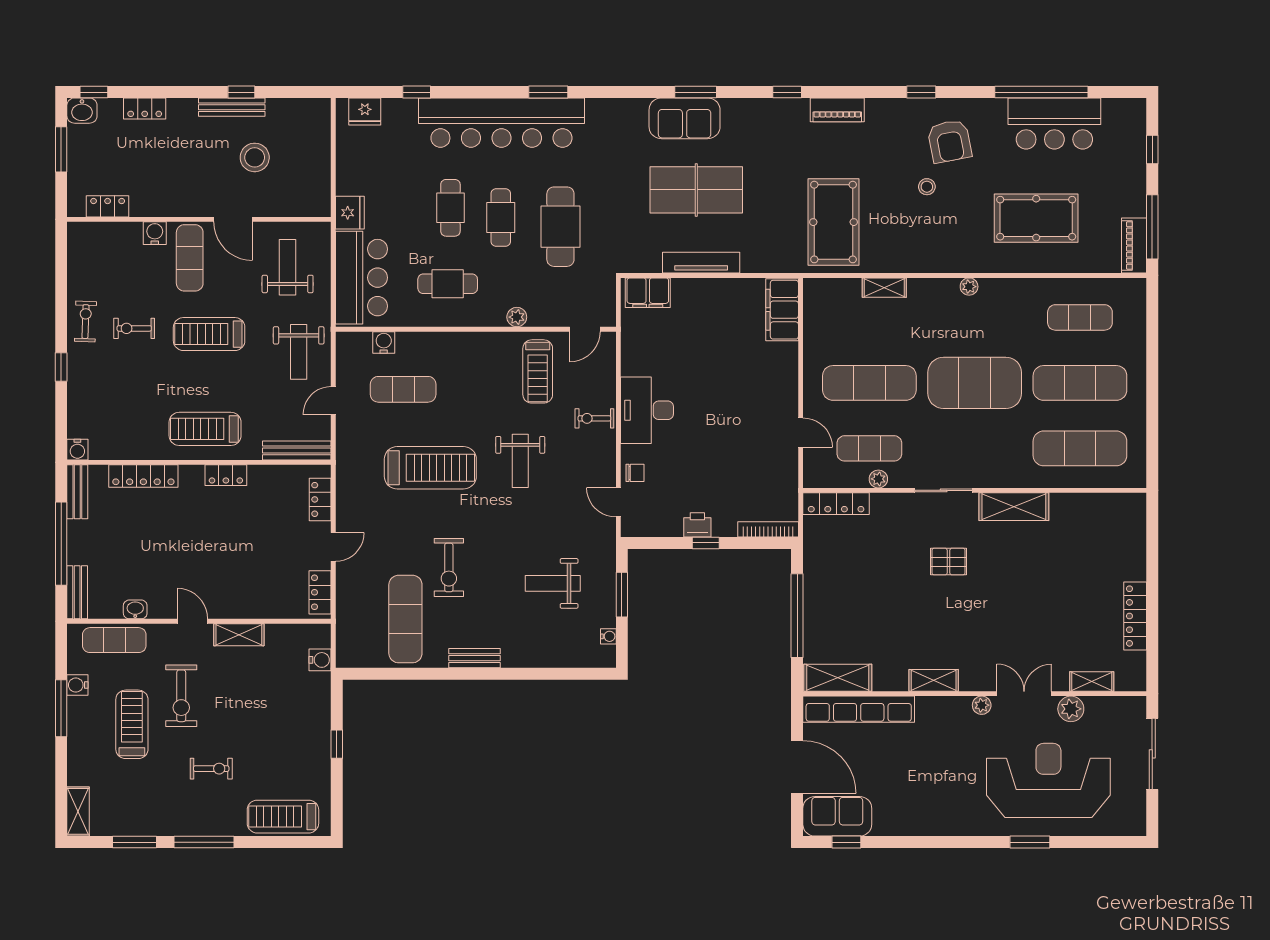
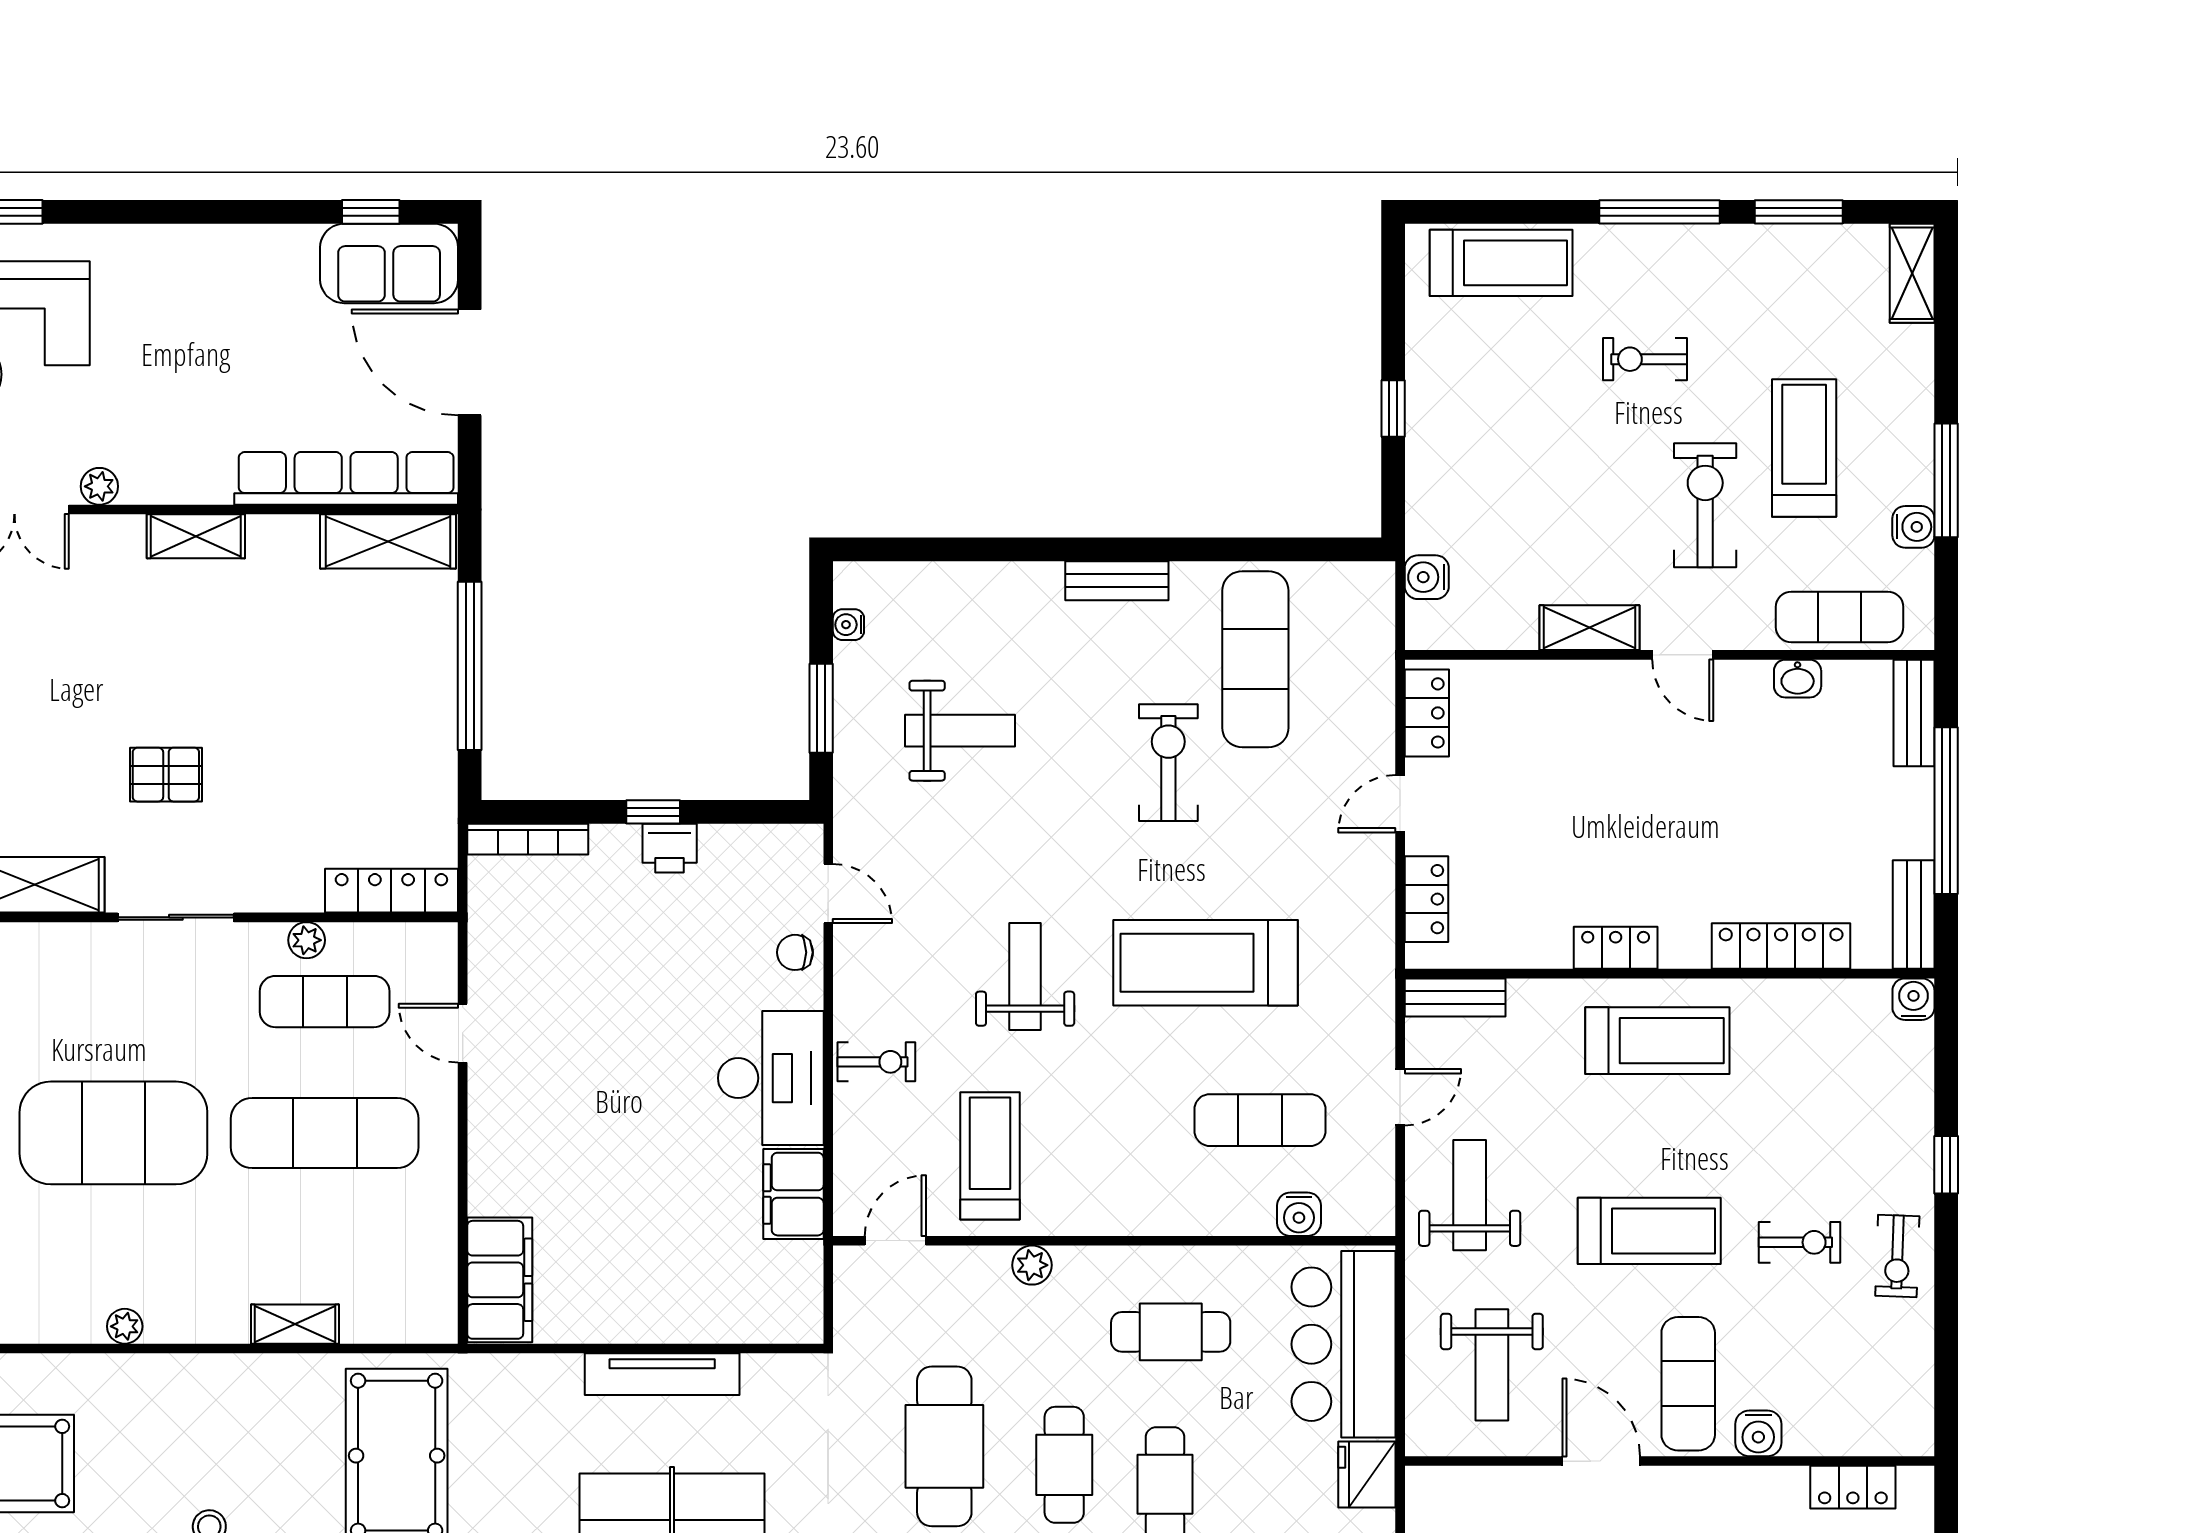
filing cabinet: (648, 293) -> (794, 1194), moved, turned -90
bench: (297, 450) -> (1455, 997), width x0.73
treadmill: (132, 724) -> (1804, 448), turned 180

